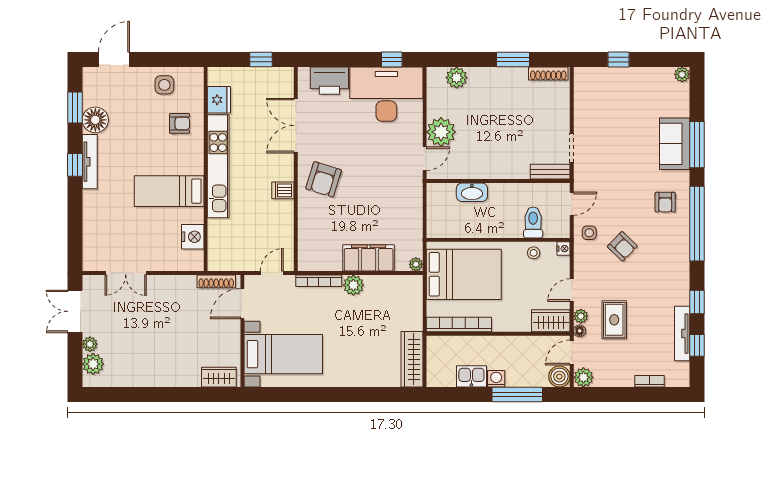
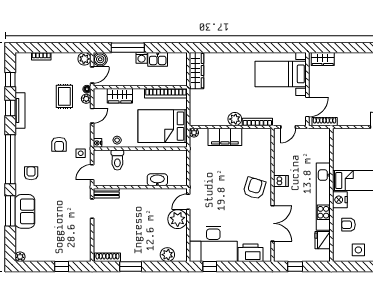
nightstand: (193, 237) -> (340, 200), moved
armchair: (622, 246) -> (59, 144), turned -134
wardrobe: (551, 321) -> (120, 96), moved
tv unit: (682, 334) -> (20, 110), moved

